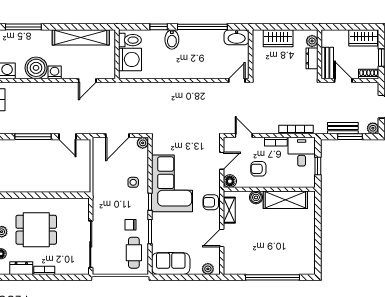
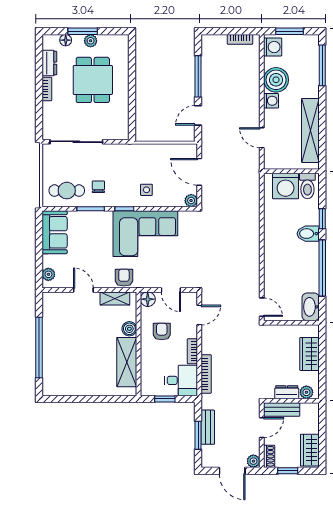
plant: (373, 128) -> (253, 461), moved

